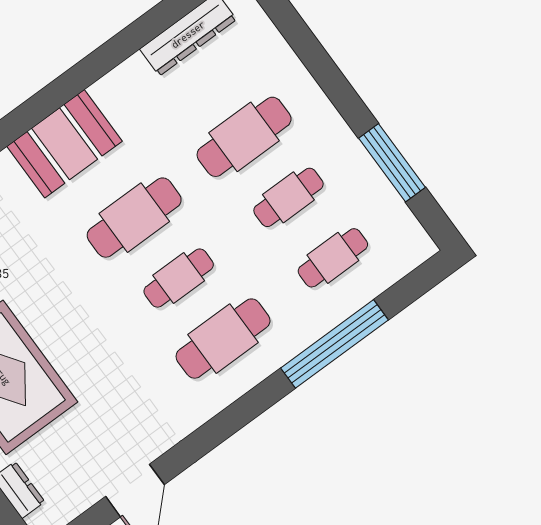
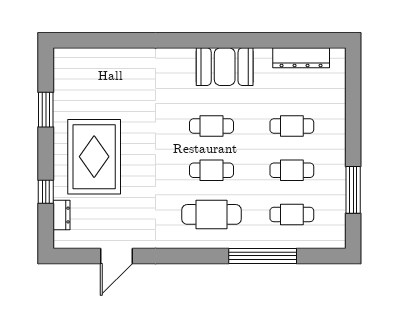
cafe table: (244, 137) -> (292, 126), width x0.73, depth x0.74
booth: (64, 144) -> (225, 67), moved
cafe table: (134, 218) -> (212, 126), width x0.73, depth x0.74

